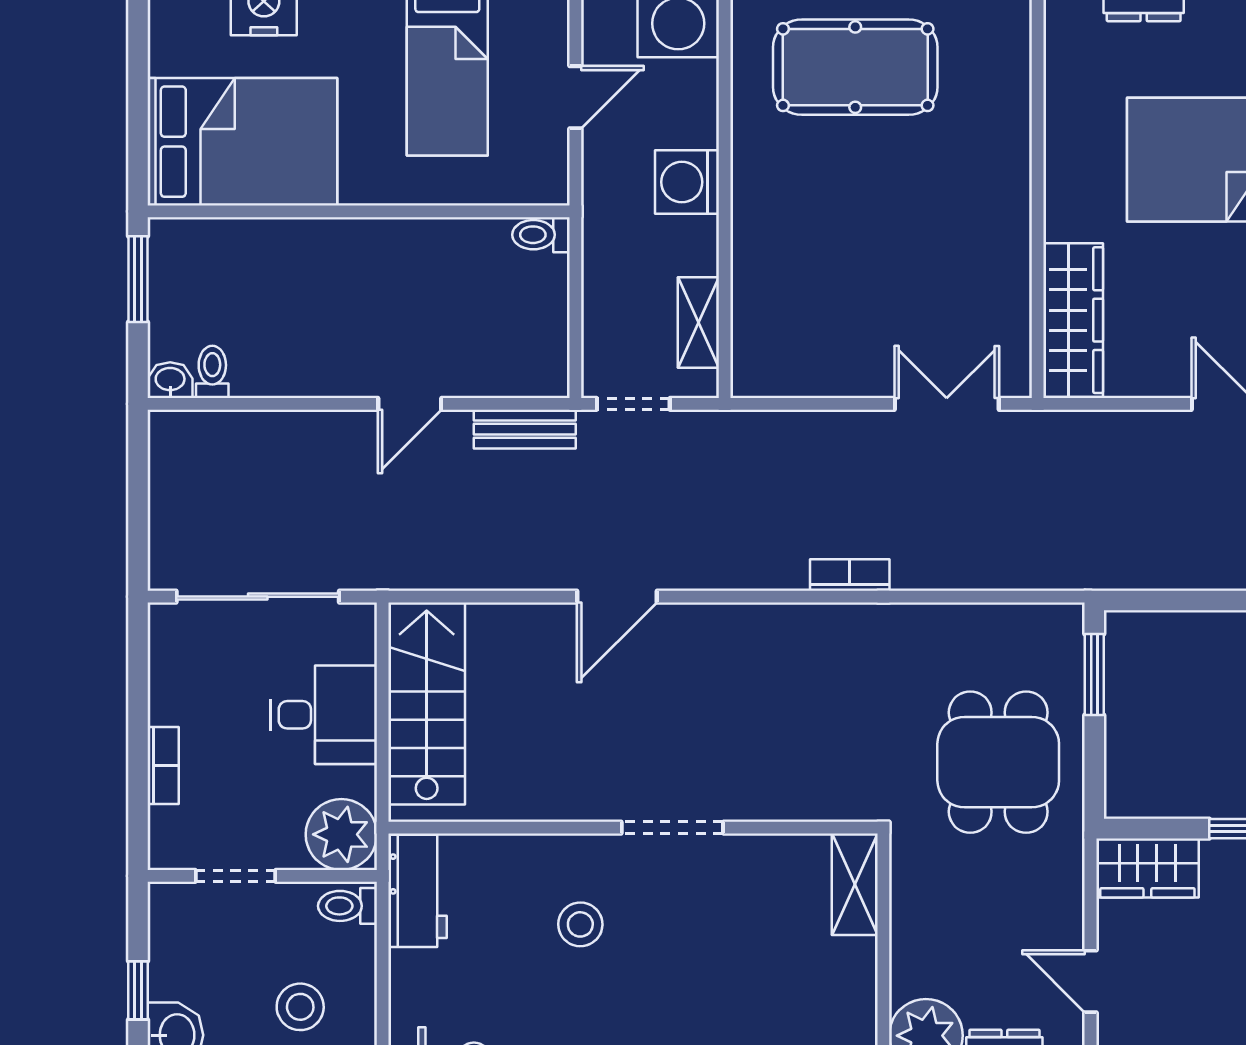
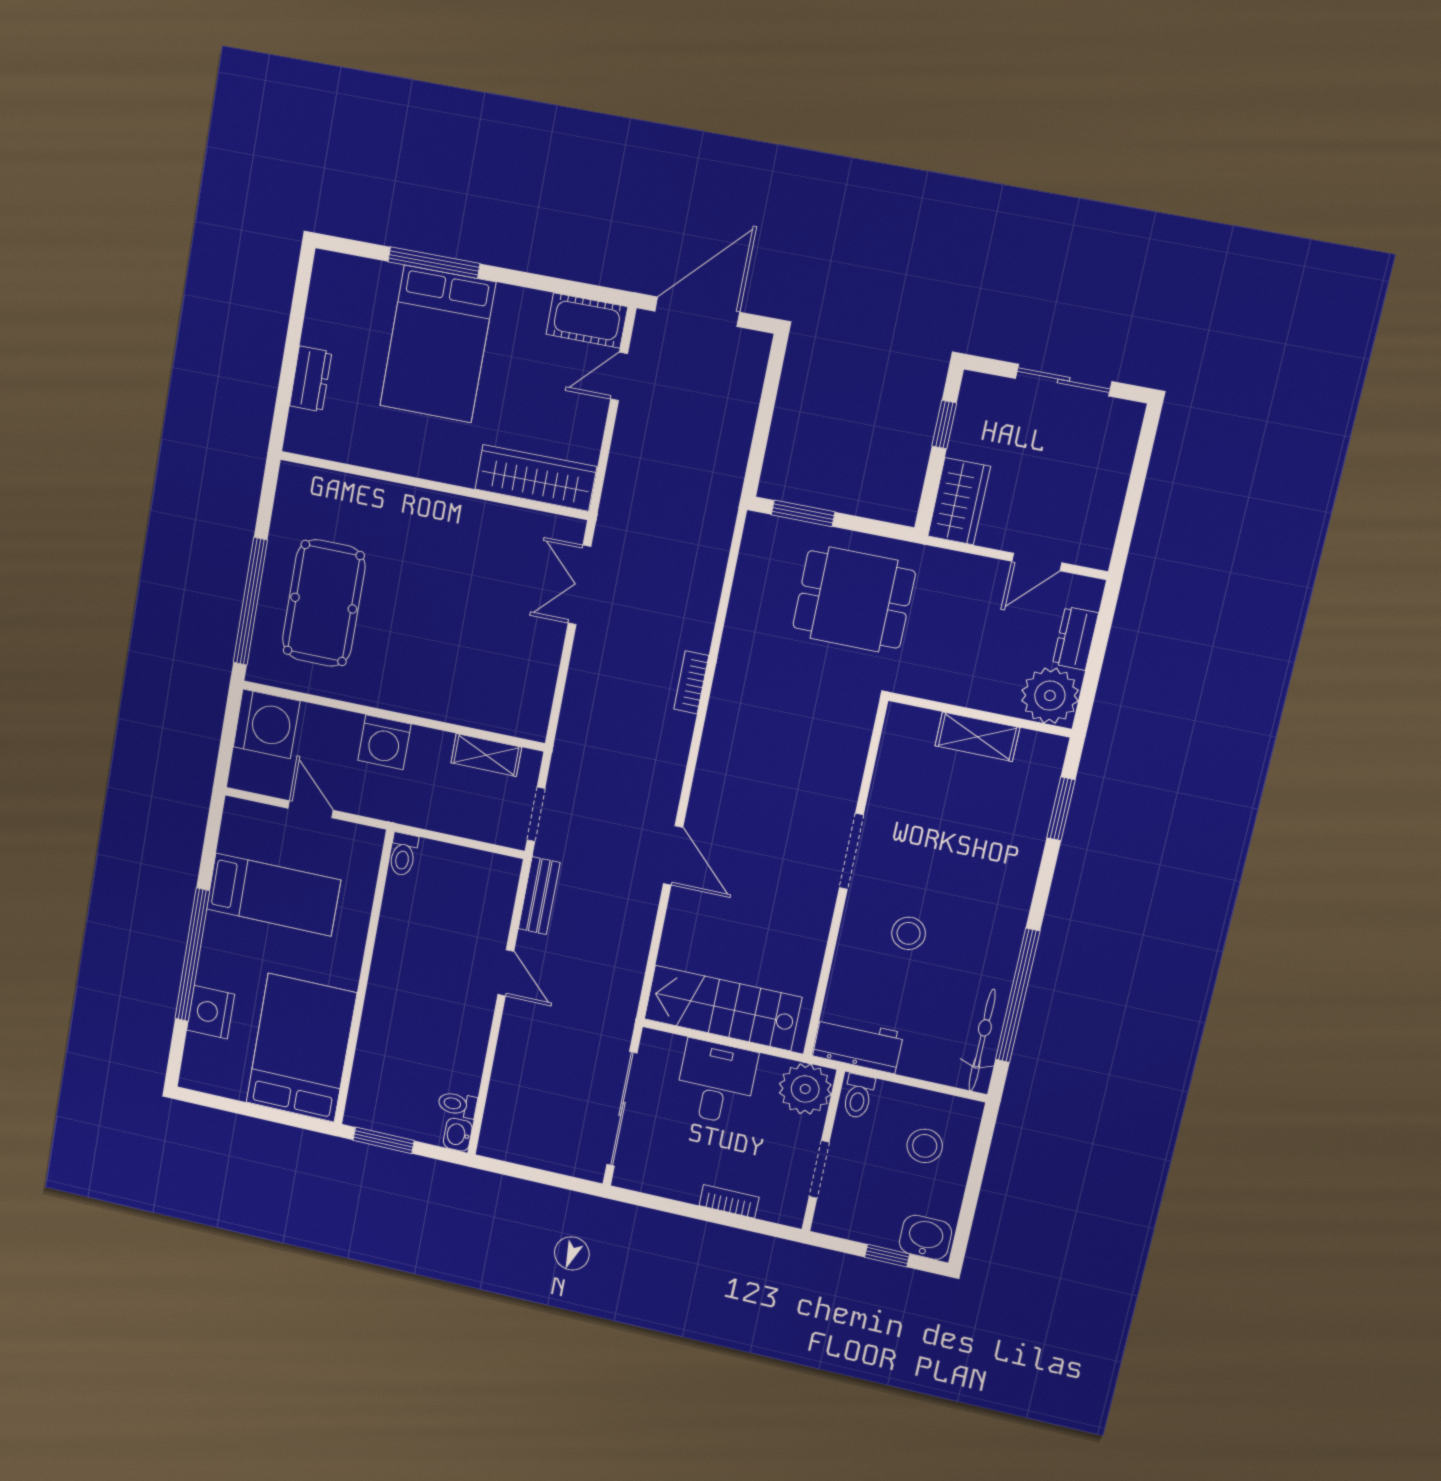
shelving: (855, 884) -> (977, 737), moved

